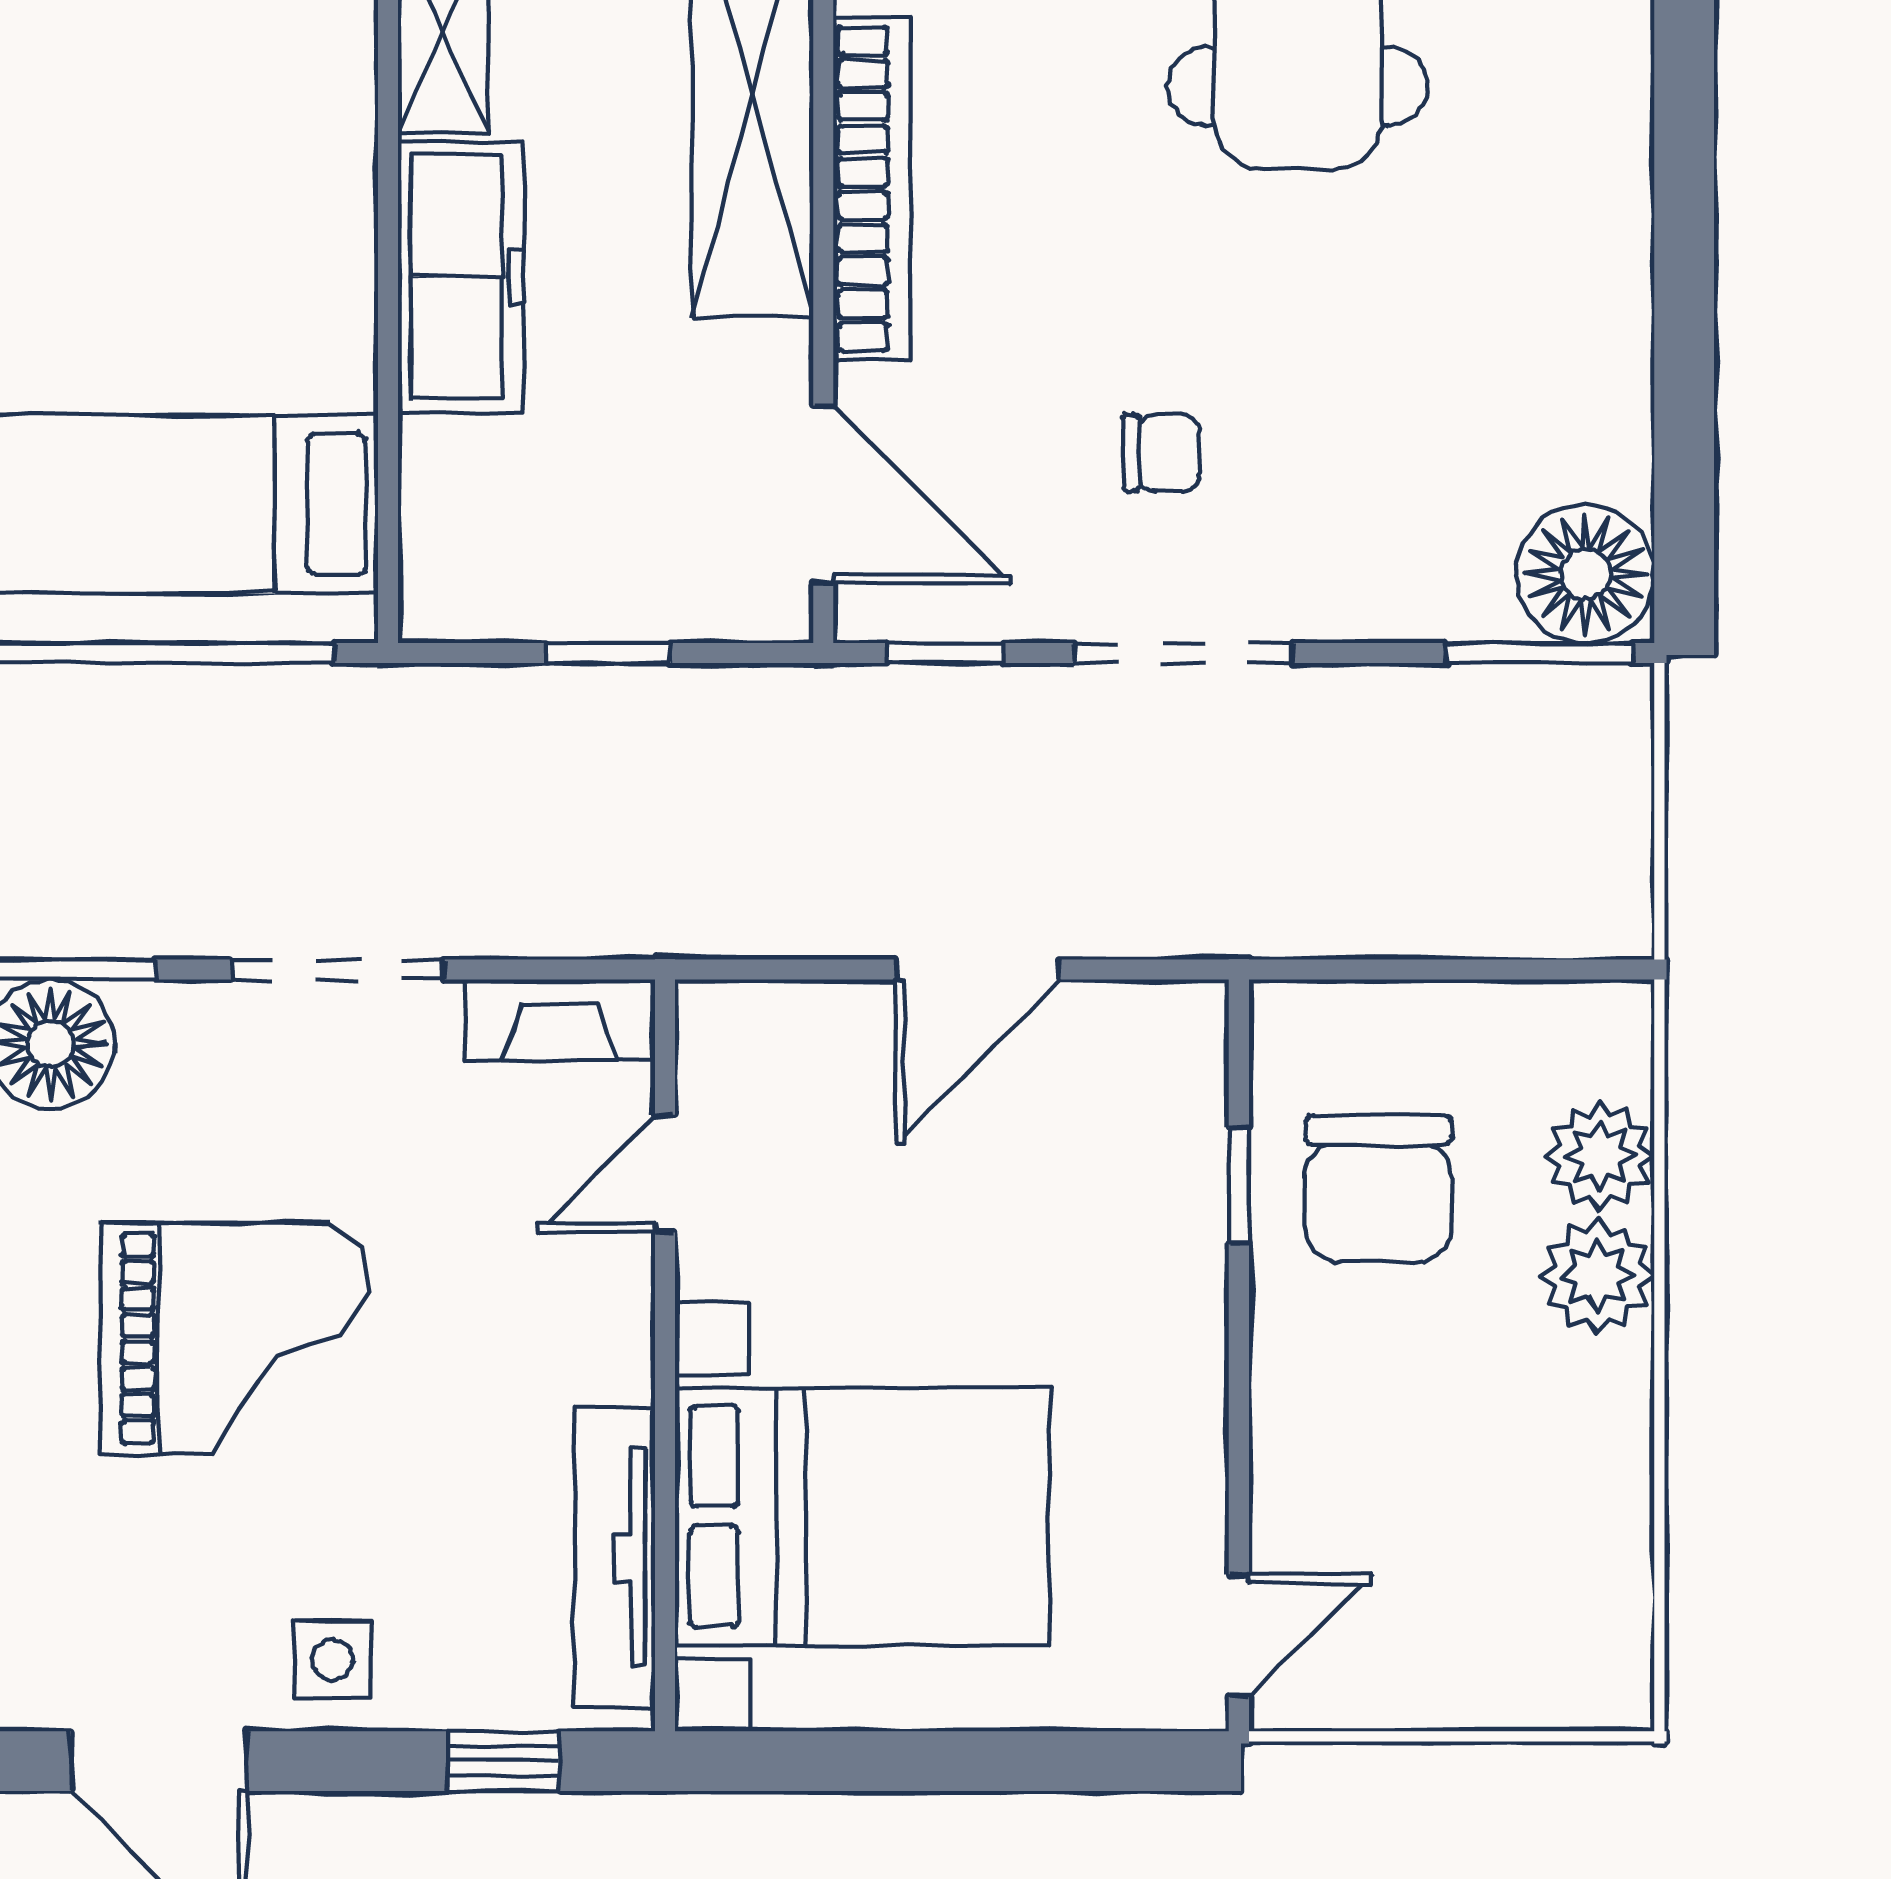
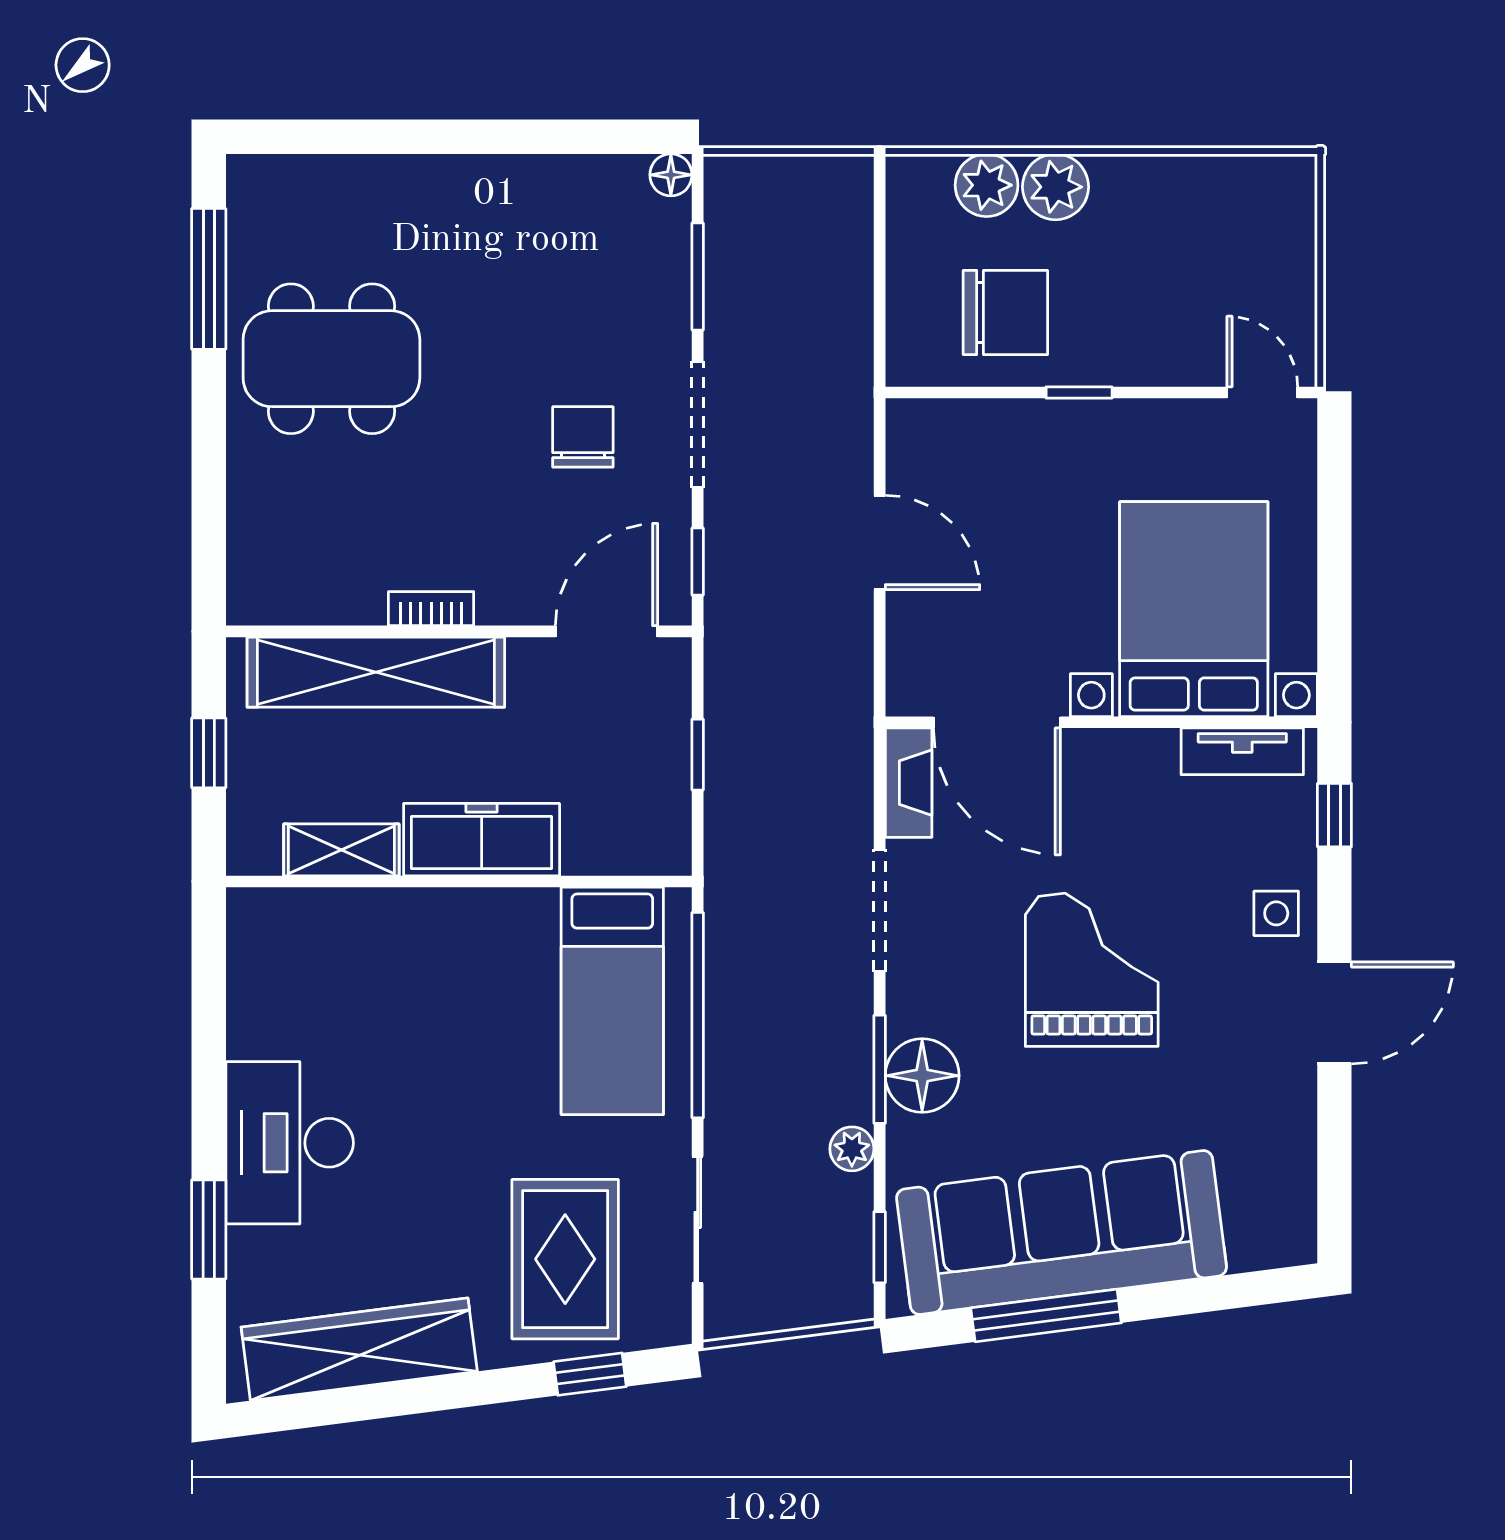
bookcase: (872, 189) -> (431, 609), width x0.43, depth x0.76
chair: (1162, 453) -> (583, 437), width x1.37, depth x1.37
floor lamp: (1585, 574) -> (671, 175), width x0.53, depth x0.53
window: (1540, 653) -> (698, 276), moved
door: (665, 1174) -> (997, 722), width x1.87
window: (1239, 1185) -> (1079, 393), moved
tv unit: (614, 1557) -> (1242, 751), width x0.71

